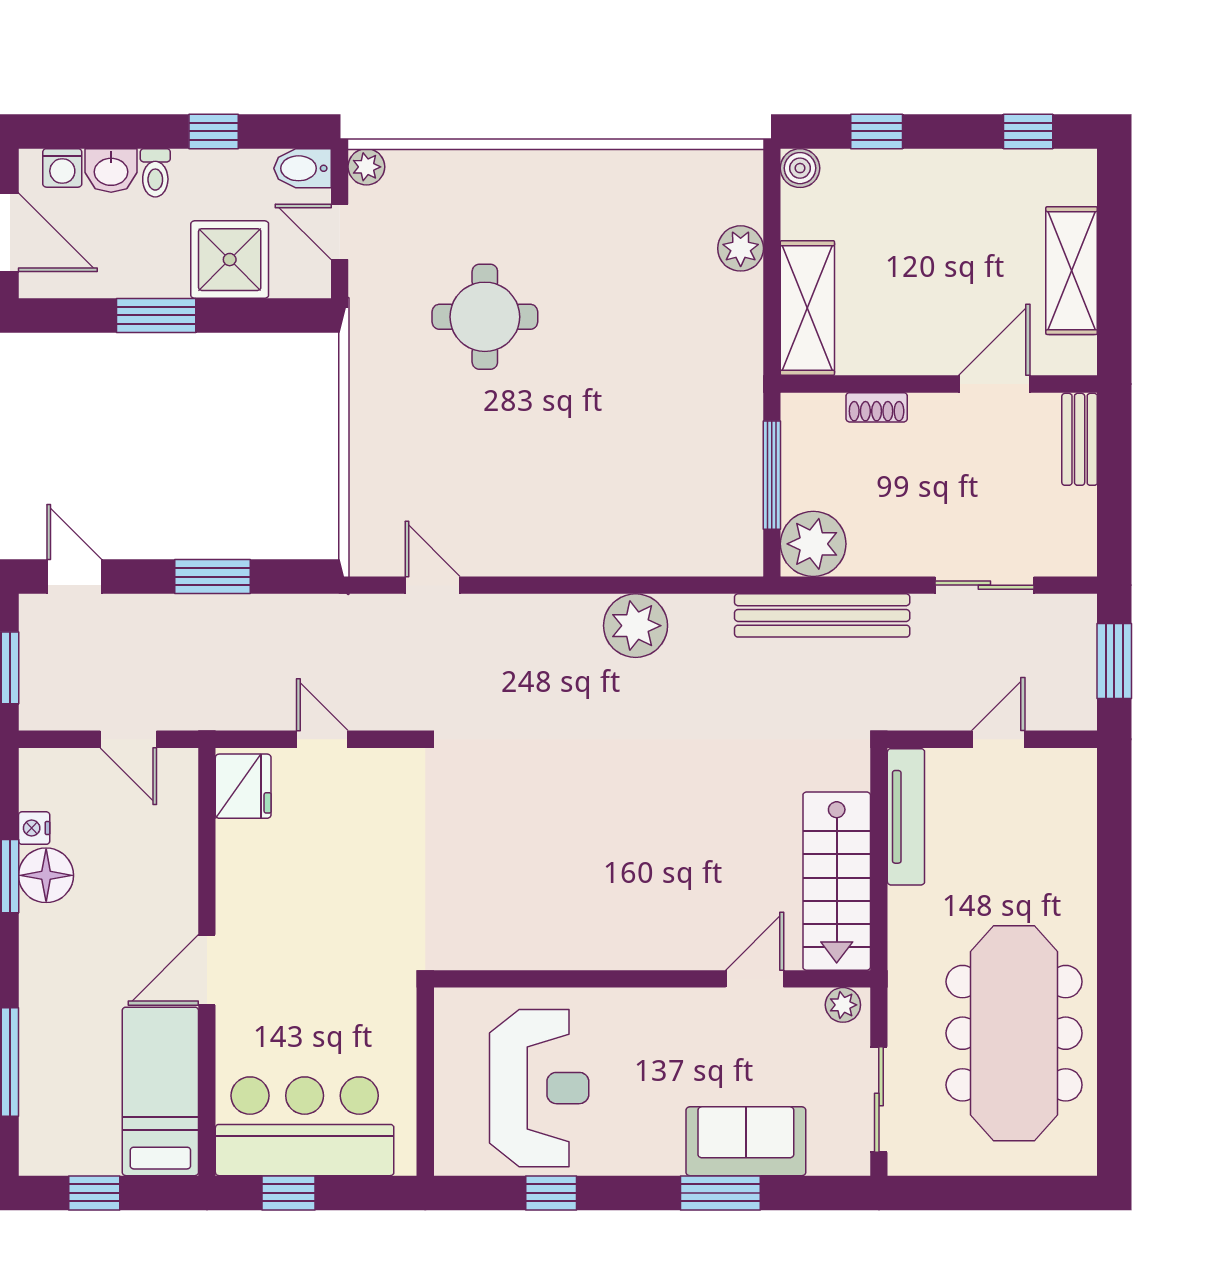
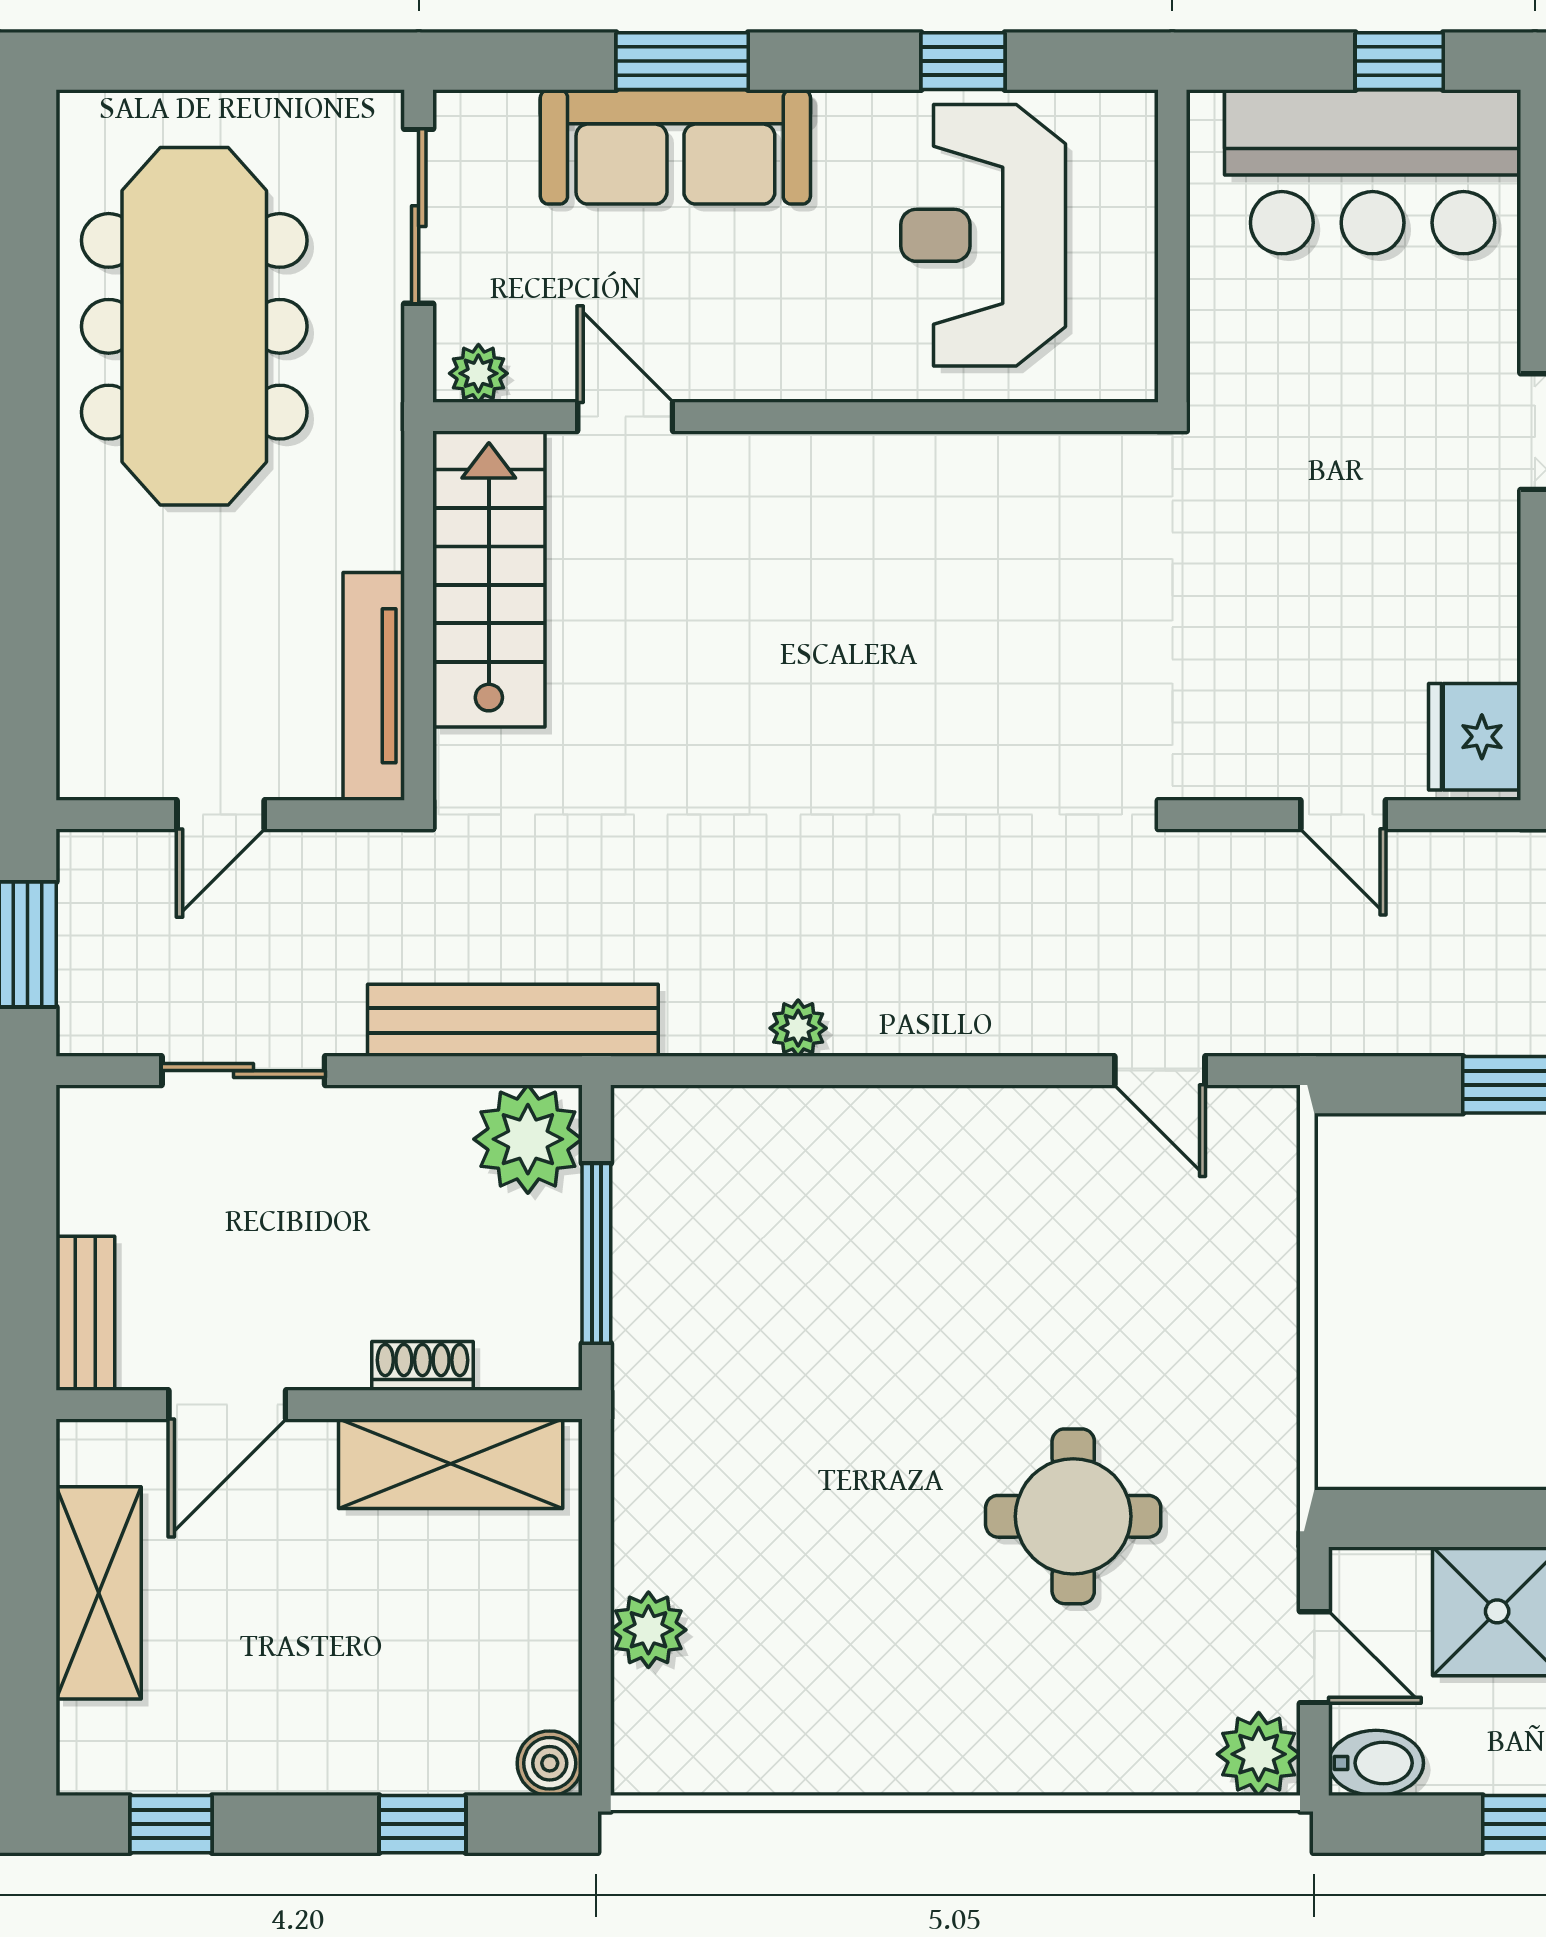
plant: (366, 167) -> (1259, 1754), width x1.38, depth x1.38
shelving: (807, 308) -> (451, 1464), moved, turned 90
plant: (636, 626) -> (798, 1028), width x0.53, depth x0.53
door: (755, 979) -> (625, 417), swing flipped
sofa: (746, 1141) -> (675, 147), width x1.36

